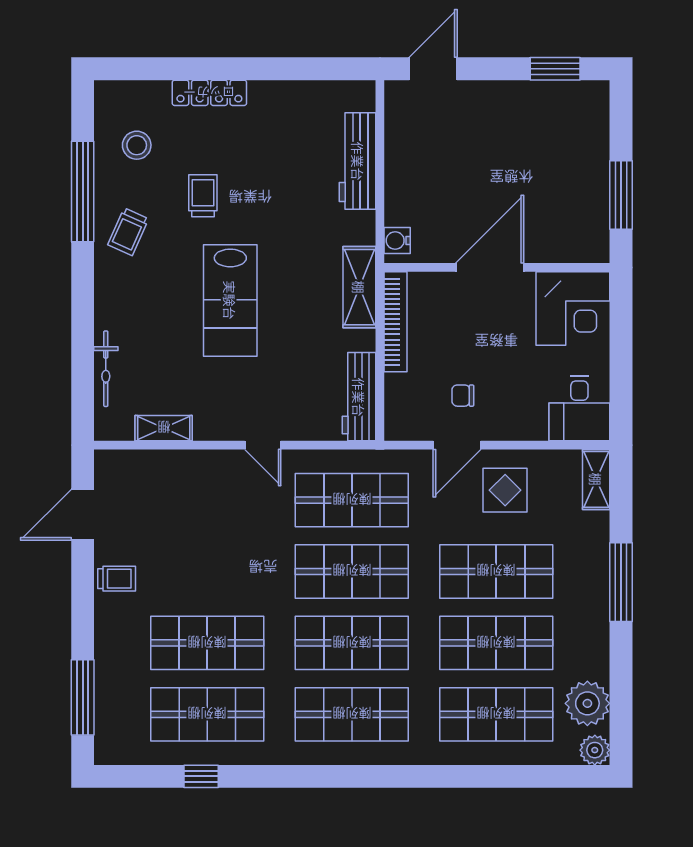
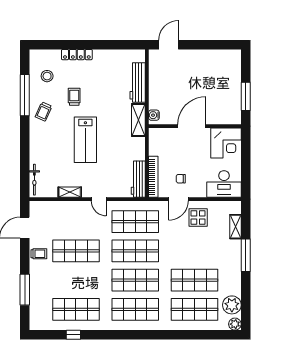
window: (555, 69) -> (219, 45), removed
shelving: (359, 287) -> (138, 120), moved
bookcase: (396, 322) -> (153, 177), moved
bicycle: (106, 369) -> (34, 180), moved
desk: (579, 408) -> (224, 184), width x1.37
shelving: (164, 428) -> (70, 192), moved
shelving: (596, 479) -> (235, 227), moved
shop shelf: (496, 571) -> (195, 251), removed
shop shelf: (207, 643) -> (76, 251), moved
window: (83, 697) -> (25, 290), moved

